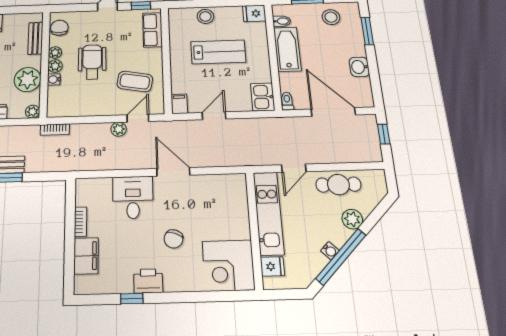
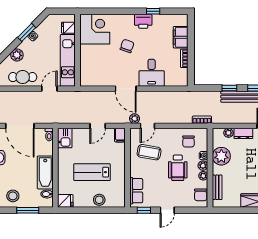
chair: (76, 98) -> (188, 141), added
plant: (33, 112) -> (228, 133), moved
plant: (119, 129) -> (135, 119), moved
window: (341, 257) -> (27, 32), width x0.47

